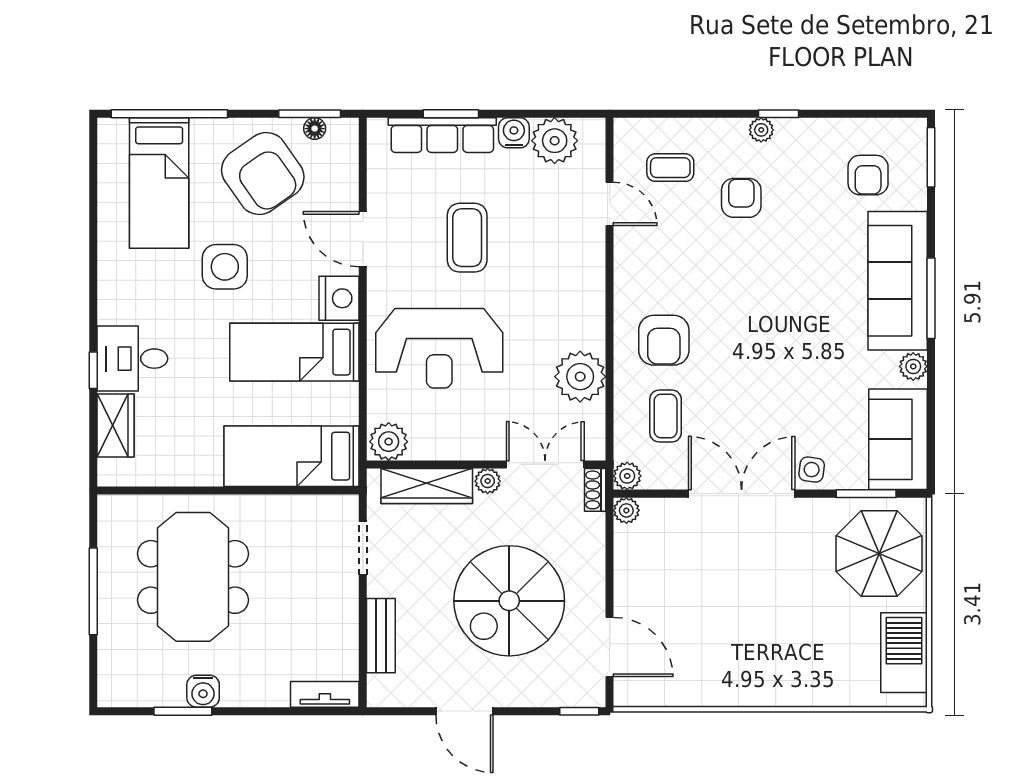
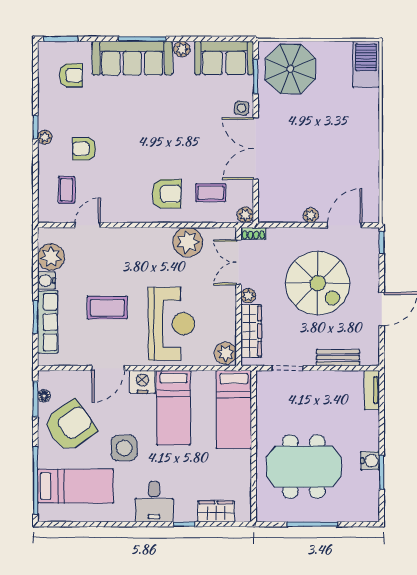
desk: (132, 359) -> (154, 502), moved
plant: (626, 510) -> (311, 215), moved
barbecue: (904, 653) -> (366, 64), moved, turned 90

